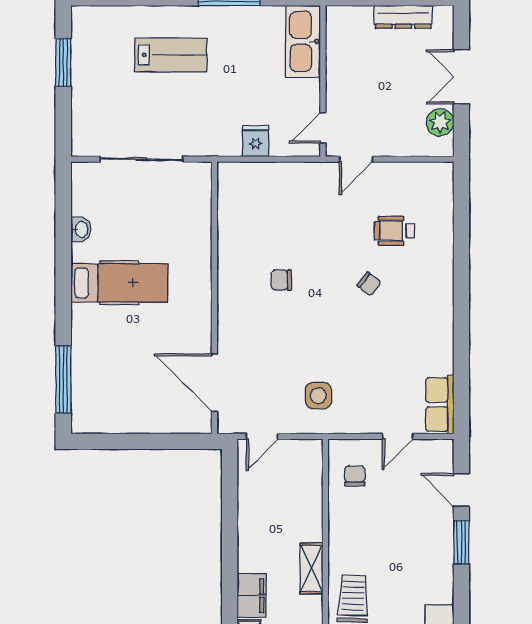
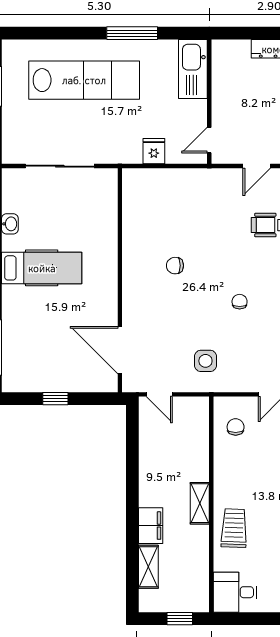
lab bench: (171, 55) -> (84, 80), width x1.86, depth x1.39
door: (356, 159) -> (257, 166), moved
chair: (369, 284) -> (240, 302), moved, turned -127
door: (262, 436) -> (159, 394), hinge flipped
window: (136, 441) -> (55, 399), added

